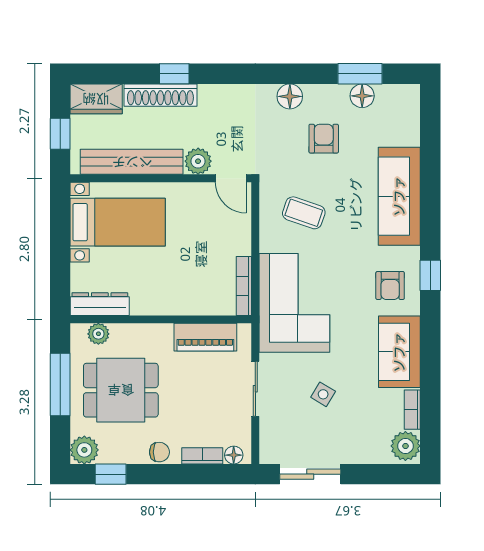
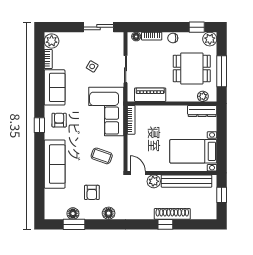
wardrobe: (96, 99) -> (204, 212), removed

